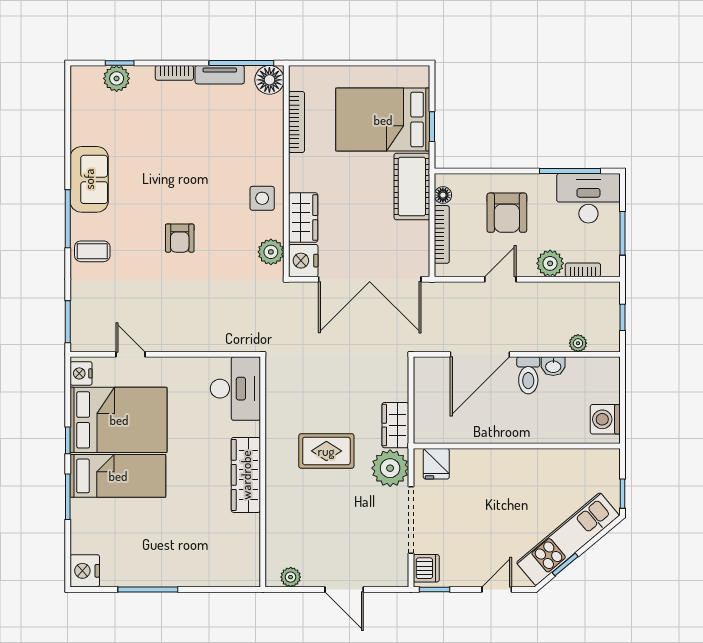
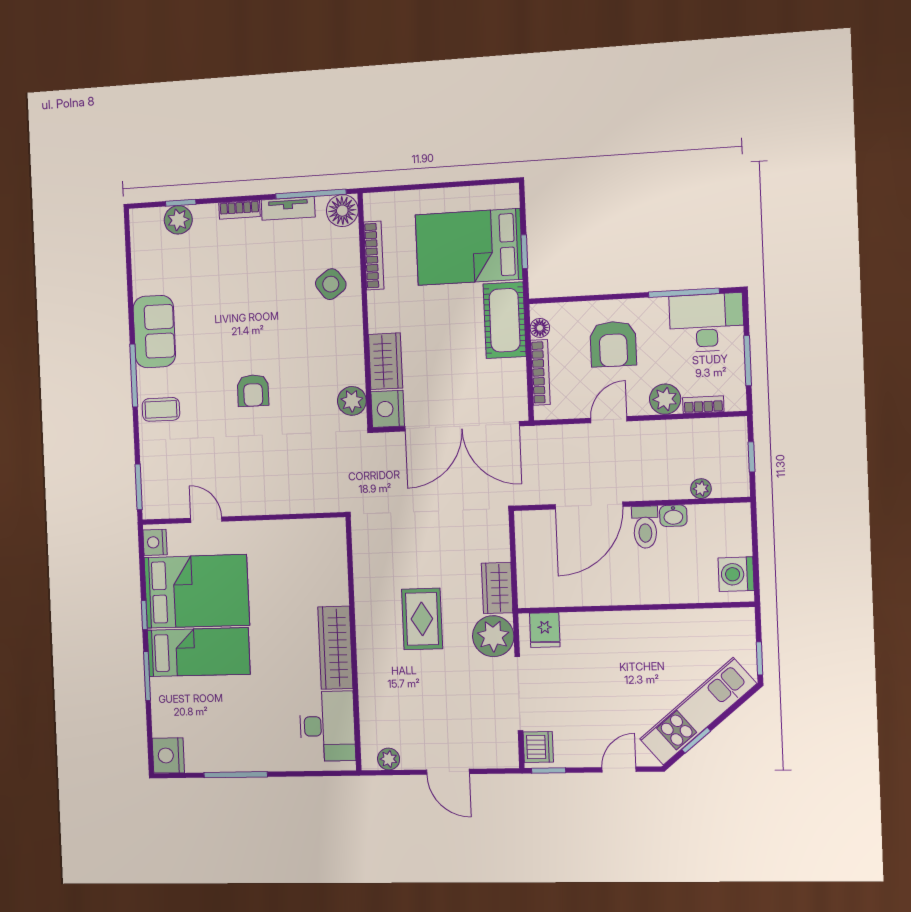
side table: (262, 198) -> (331, 284), moved, turned -36
desk: (235, 389) -> (327, 726), moved
rug: (326, 451) -> (422, 619), turned 90

